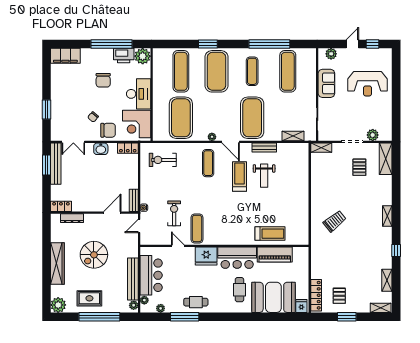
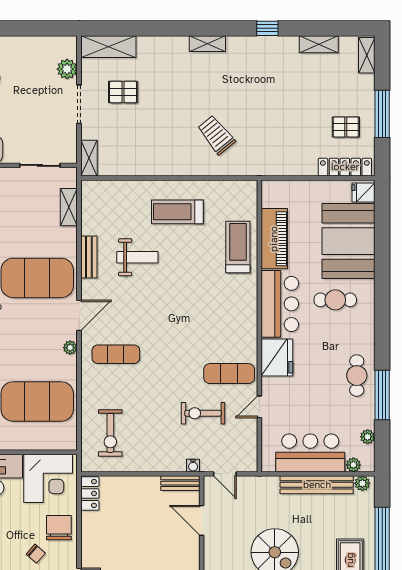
washbasin: (101, 149) -> (91, 540), removed
treadmill: (239, 176) -> (177, 212), moved
window: (347, 317) -> (382, 114), width x1.44

